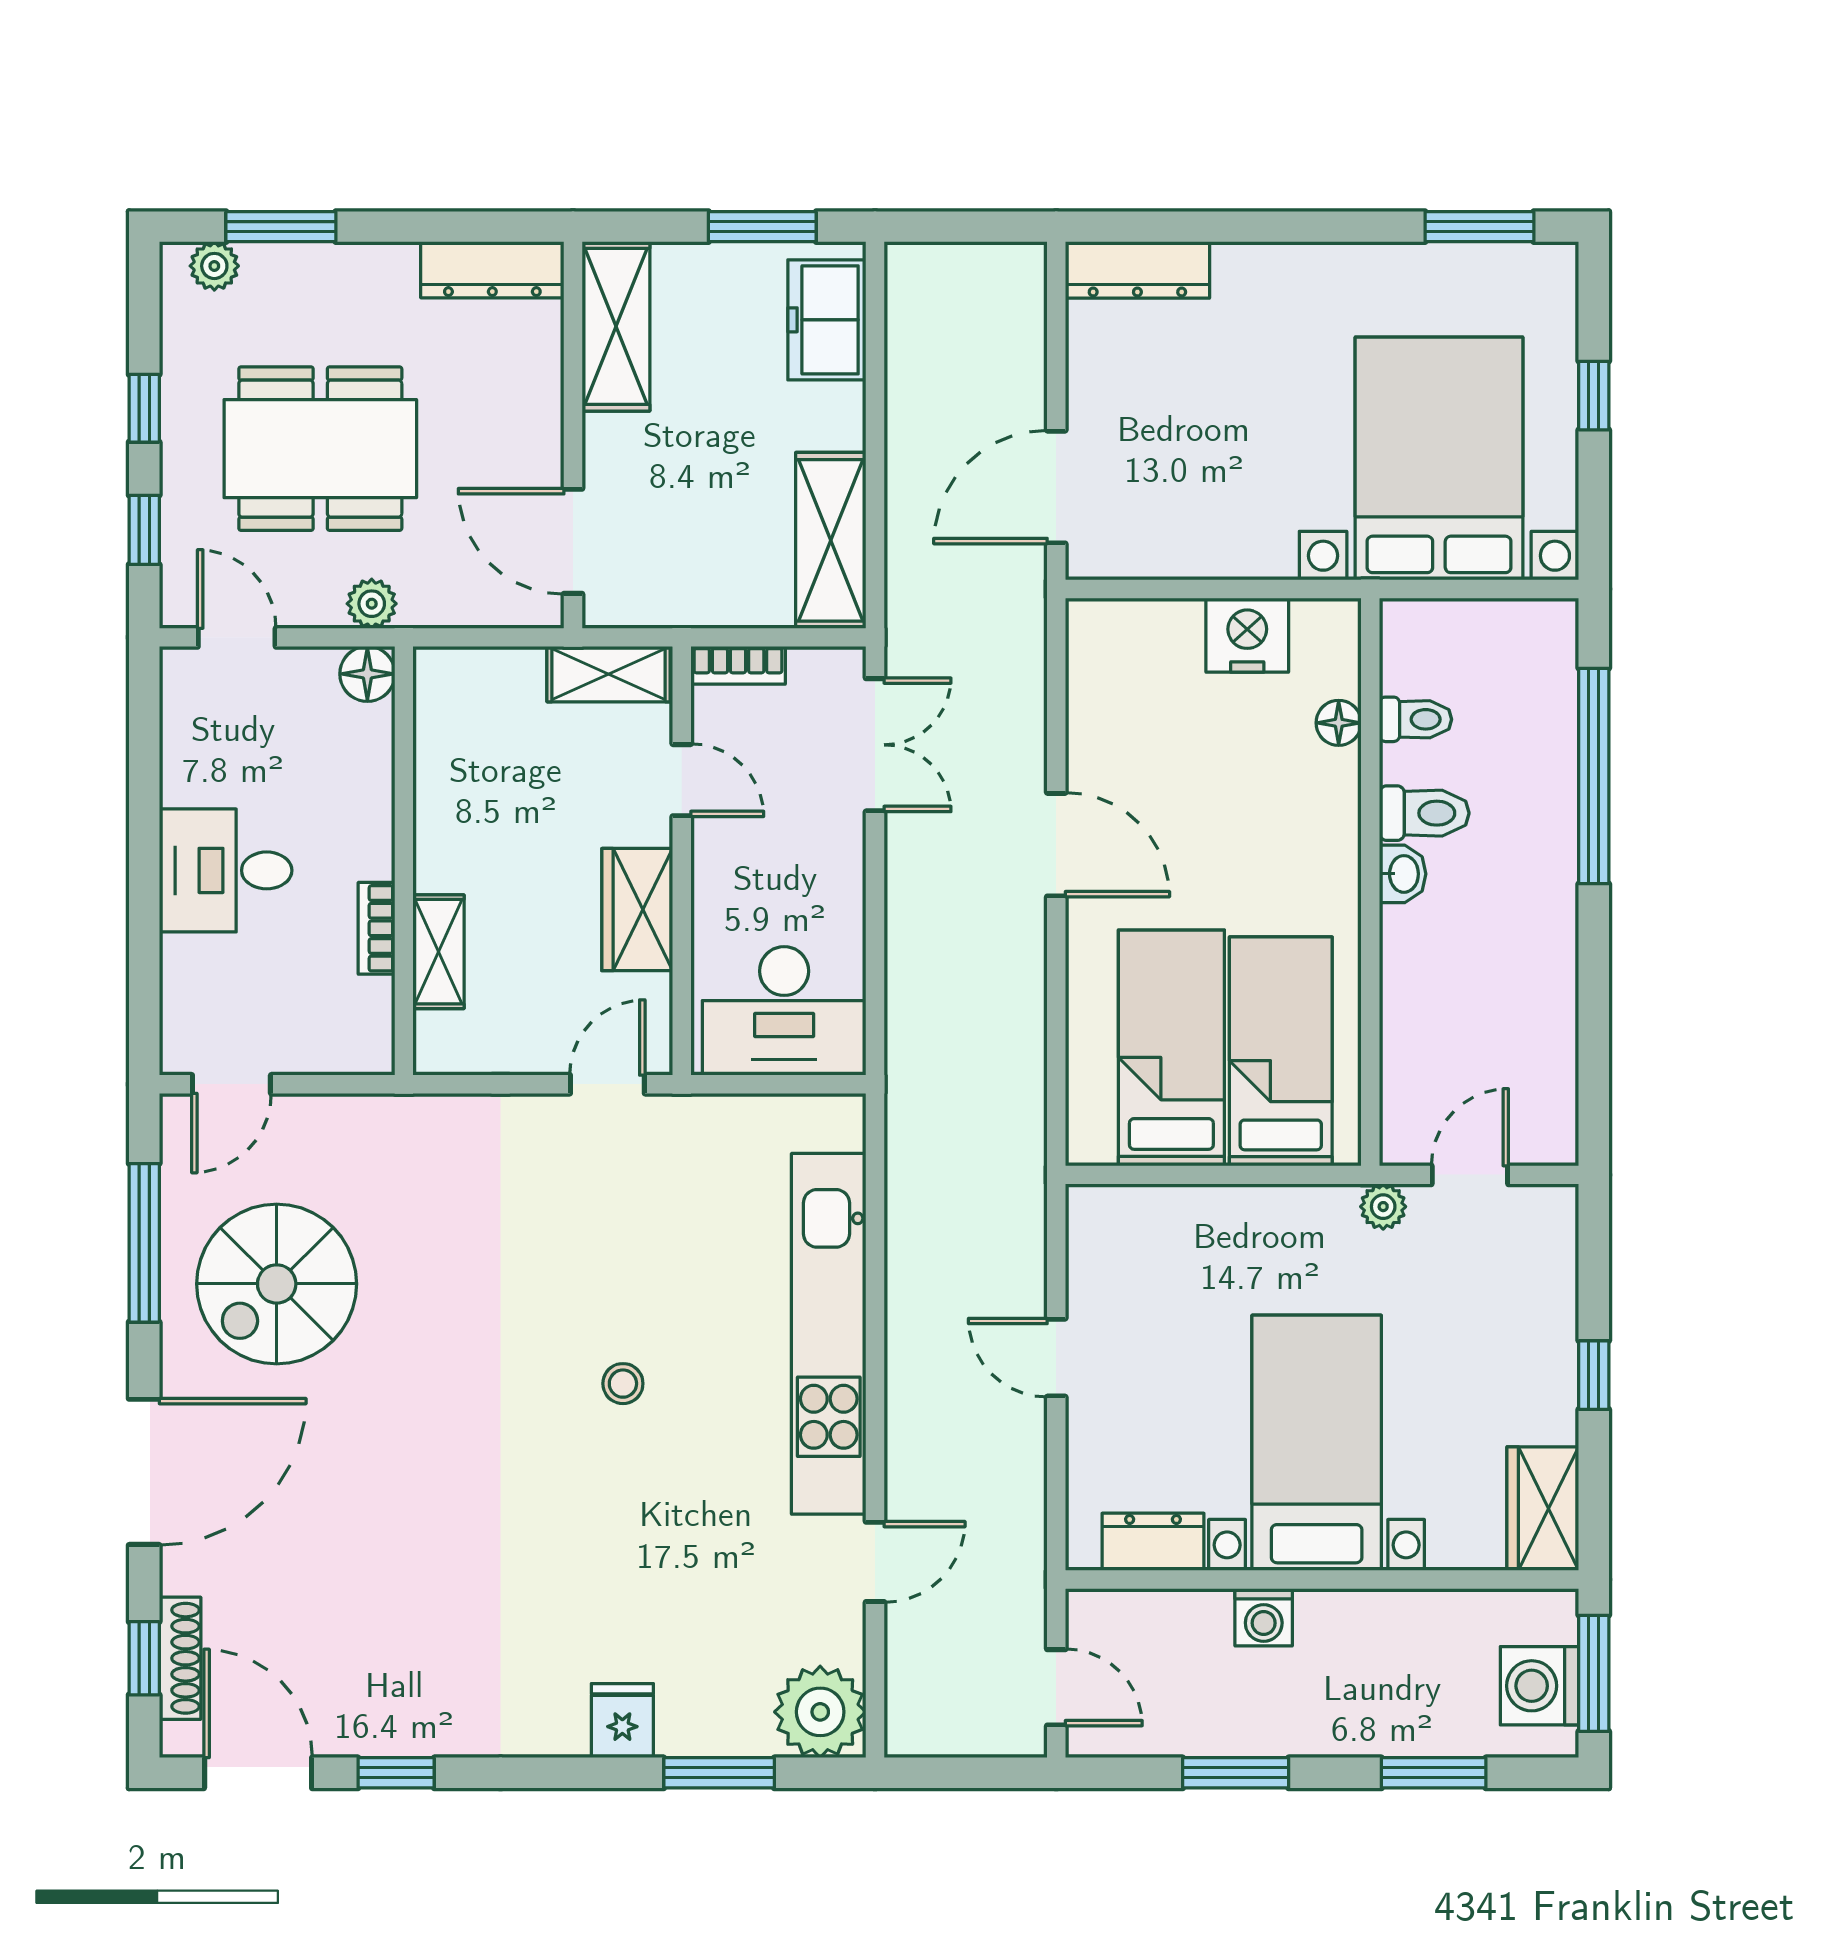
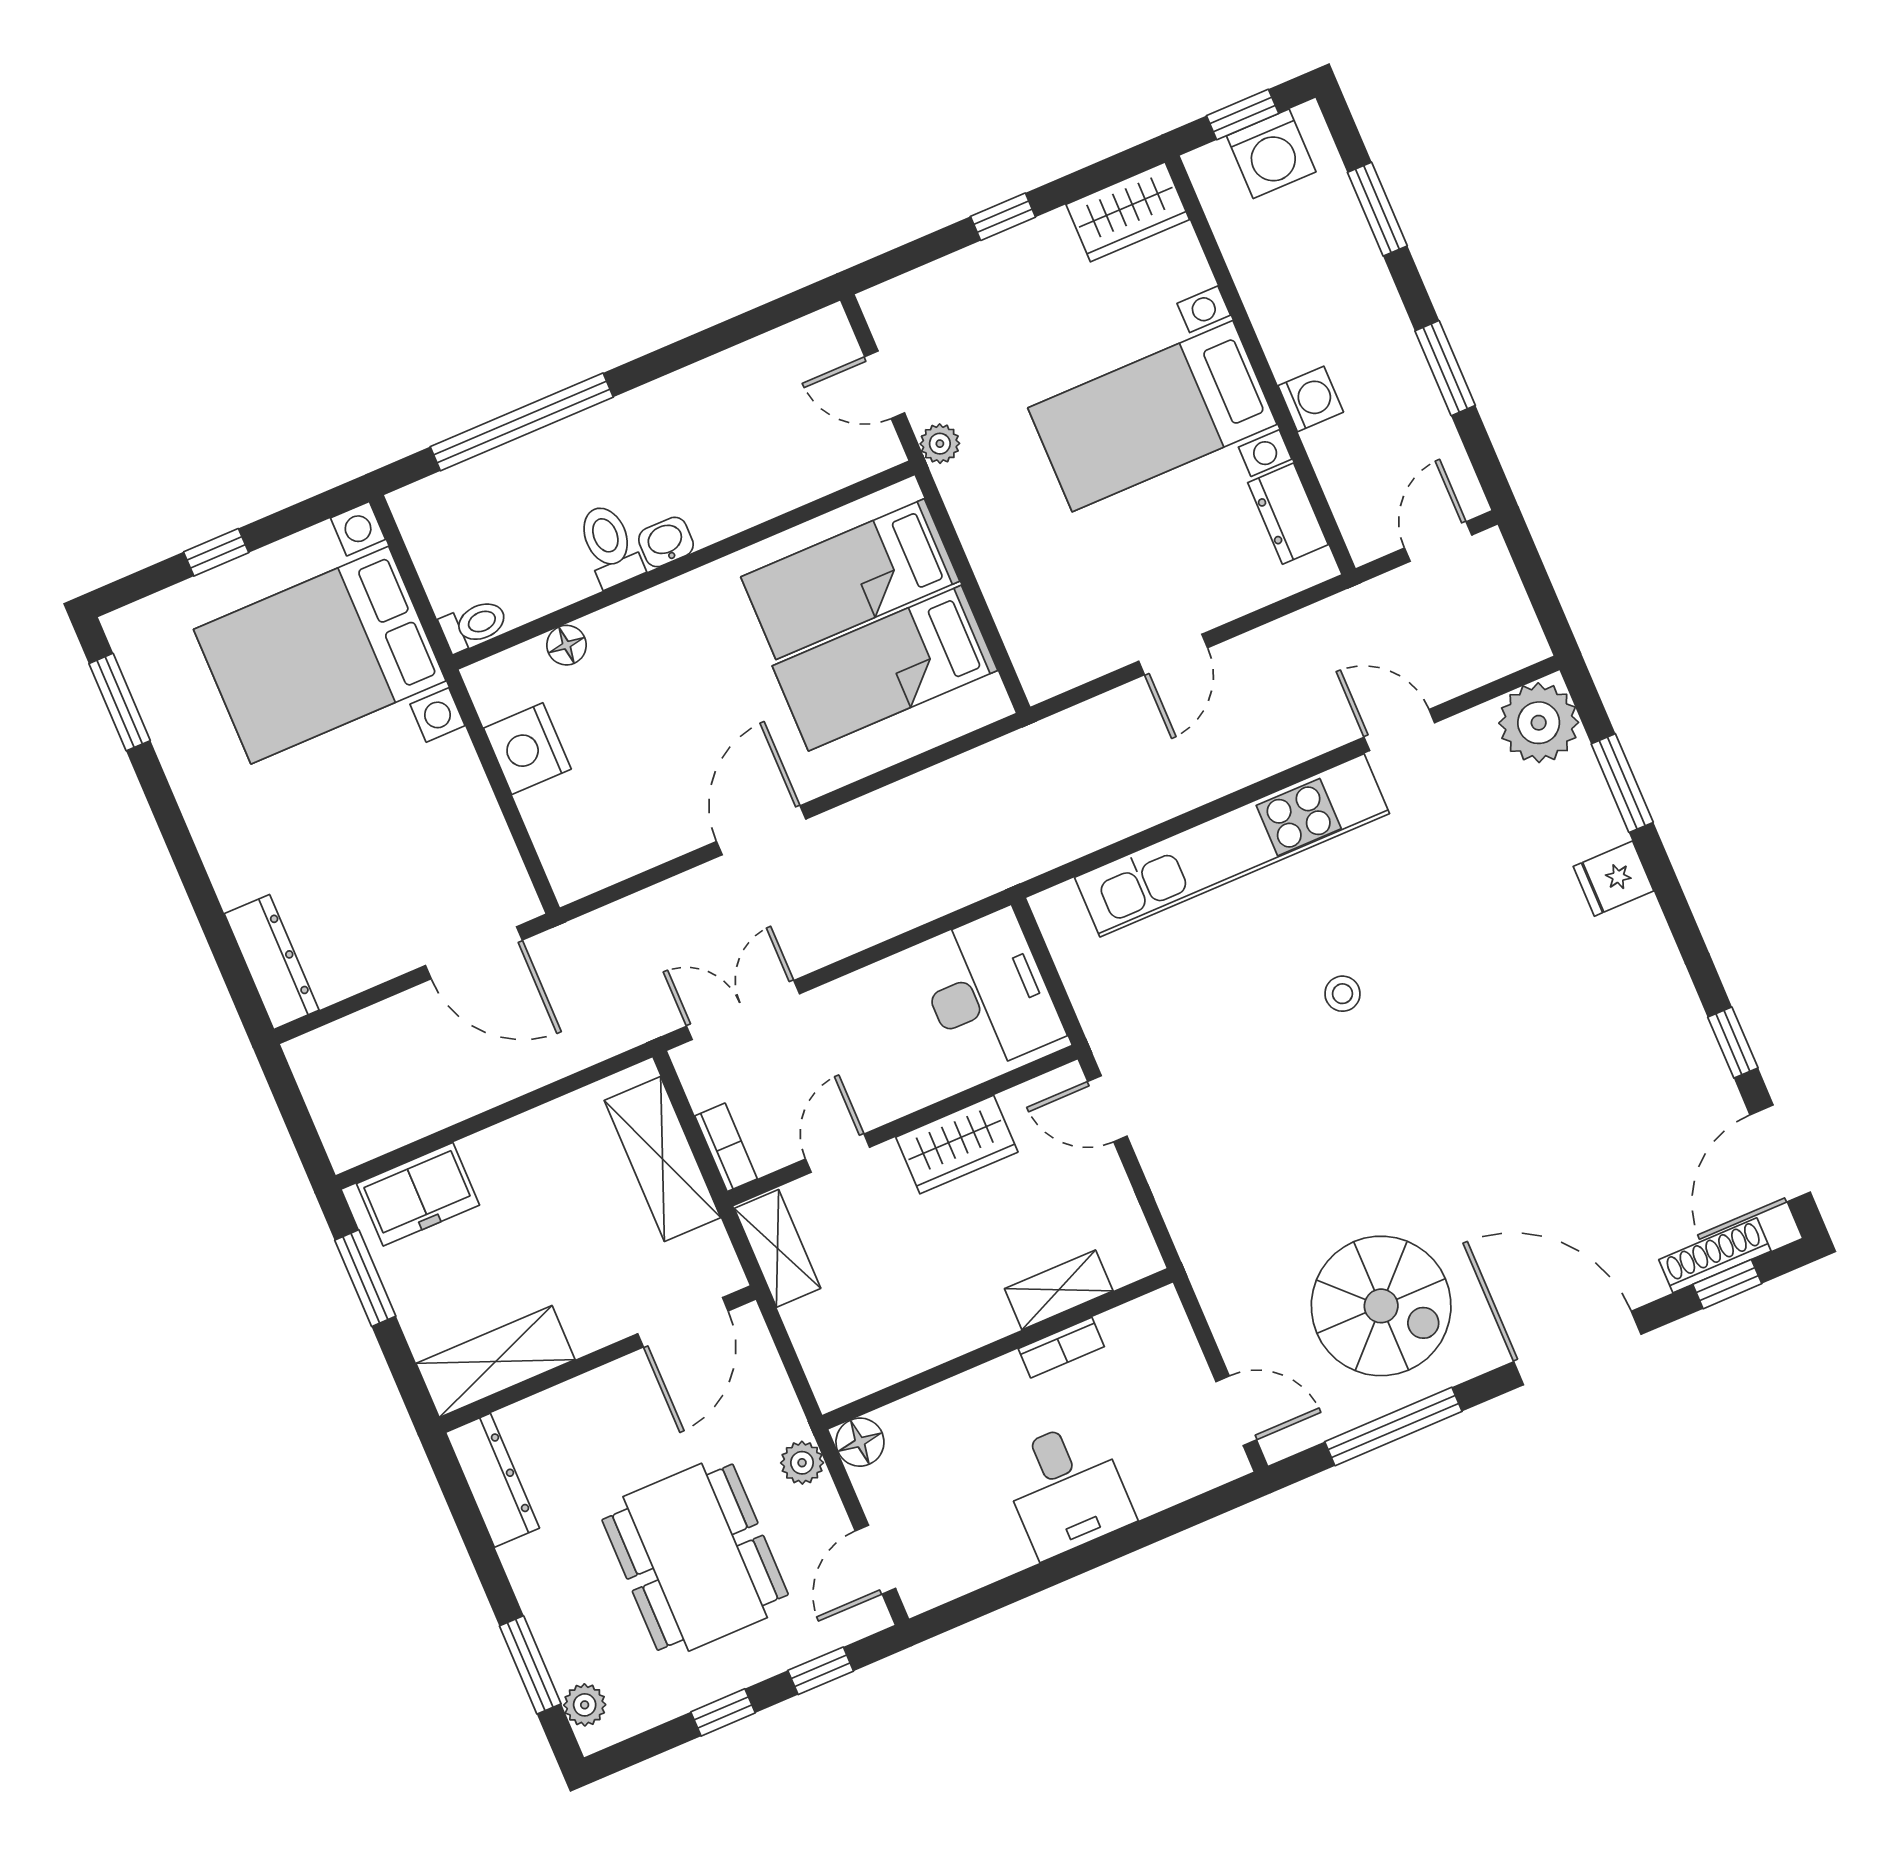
shelving: (831, 540) -> (662, 1159), moved, turned 90
toilet: (1416, 719) -> (474, 625), moved, turned 90
window: (1594, 1673) -> (1243, 115), width x0.67

